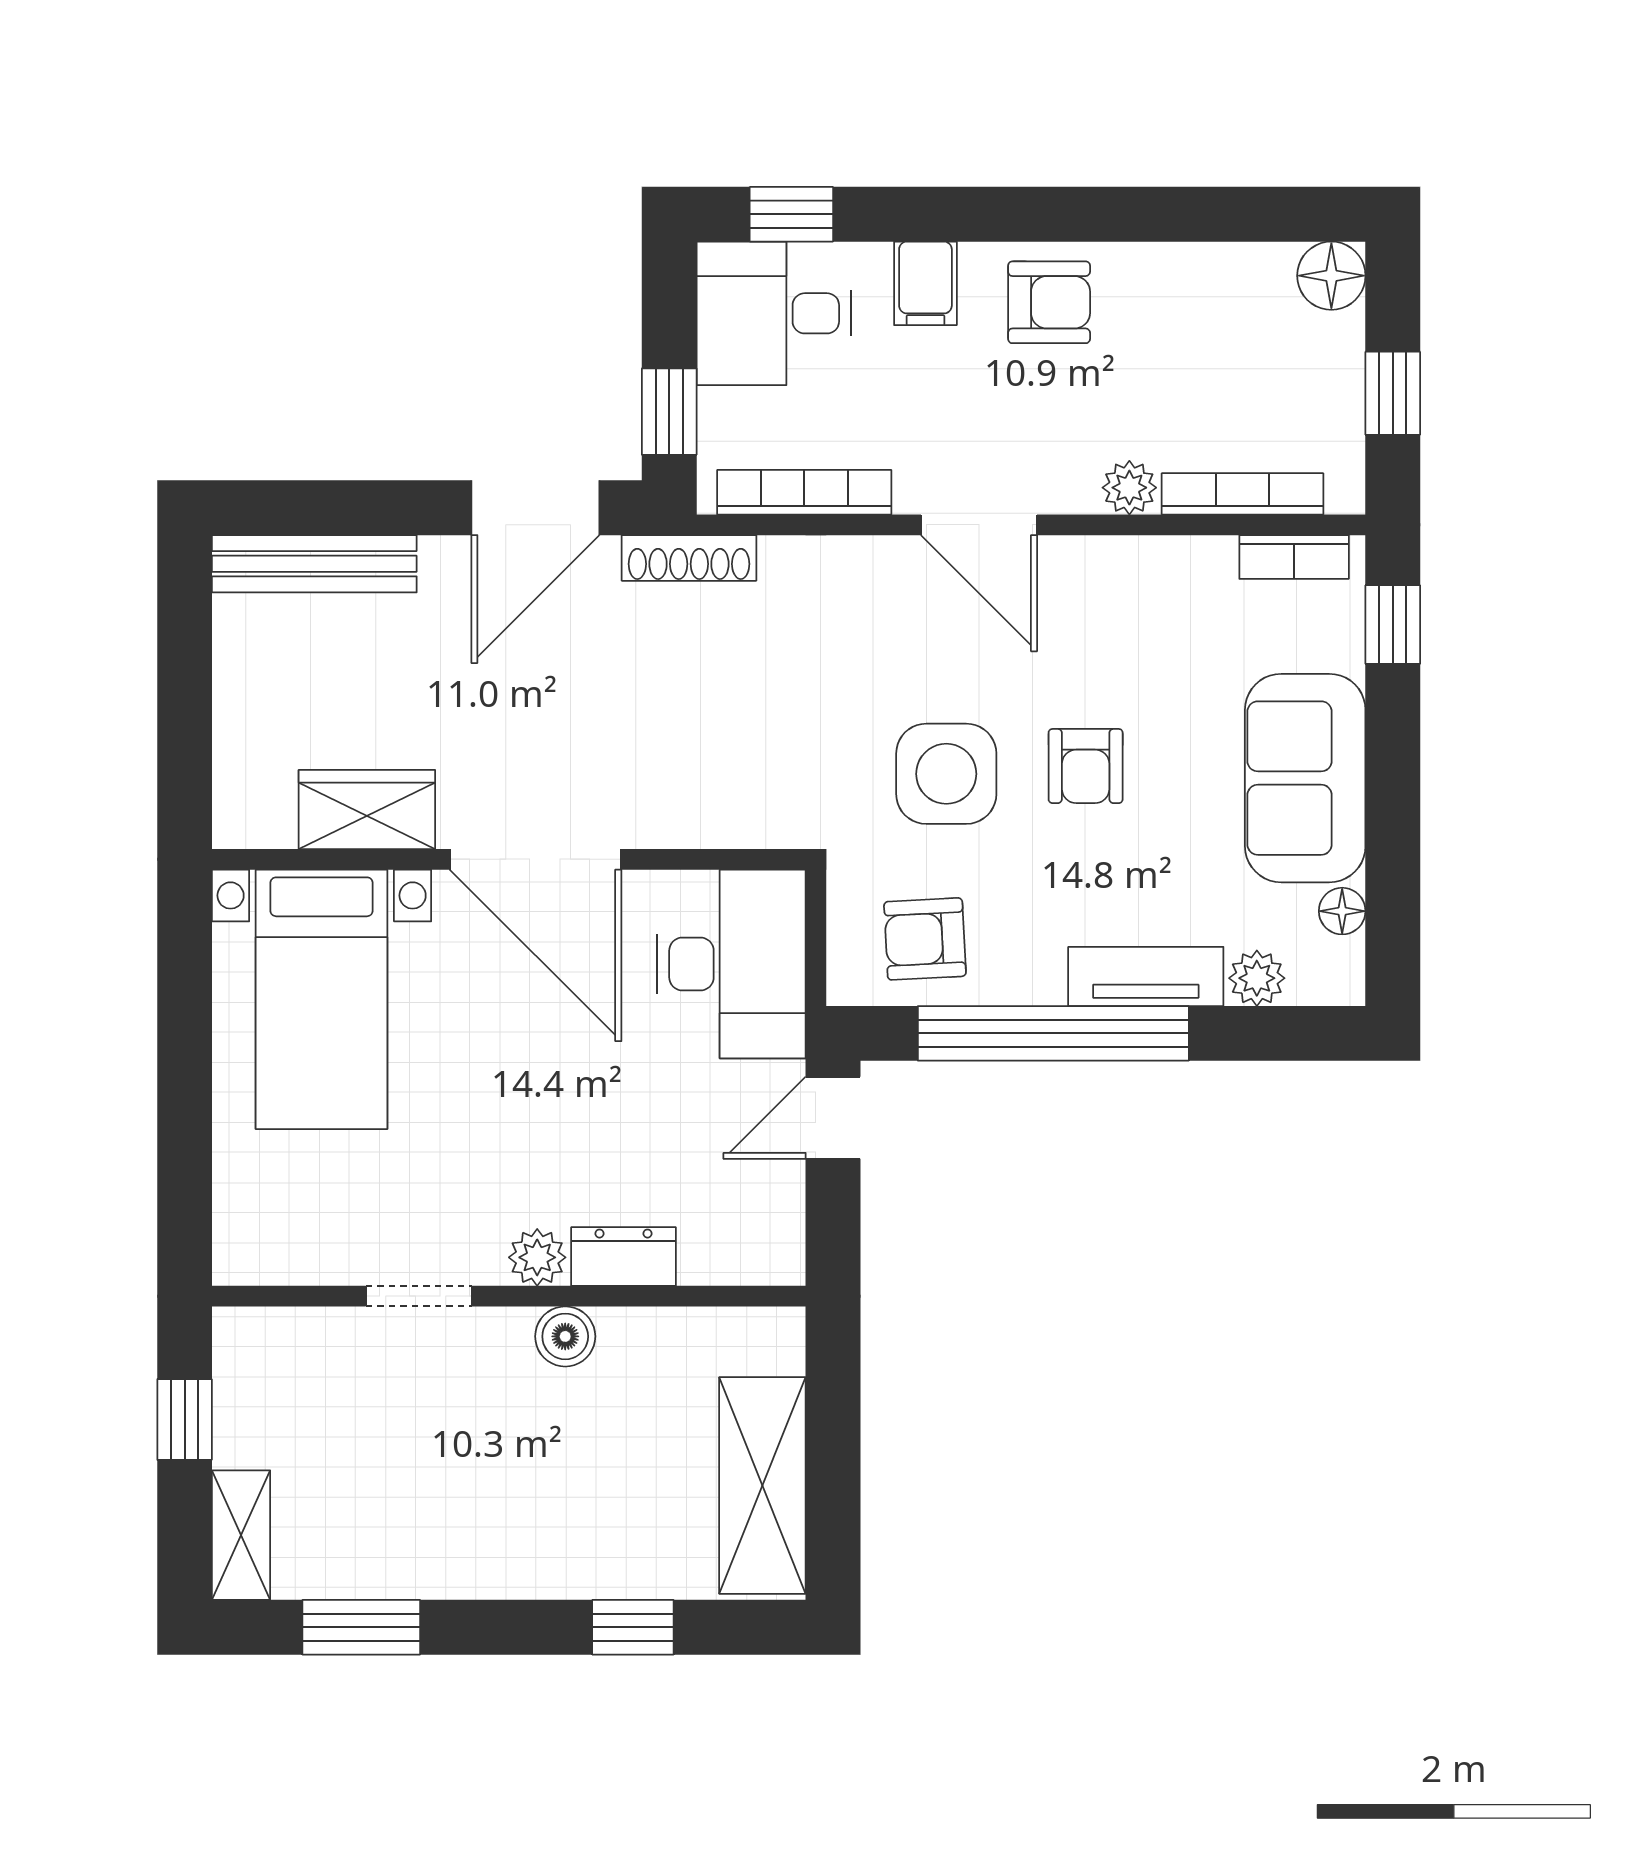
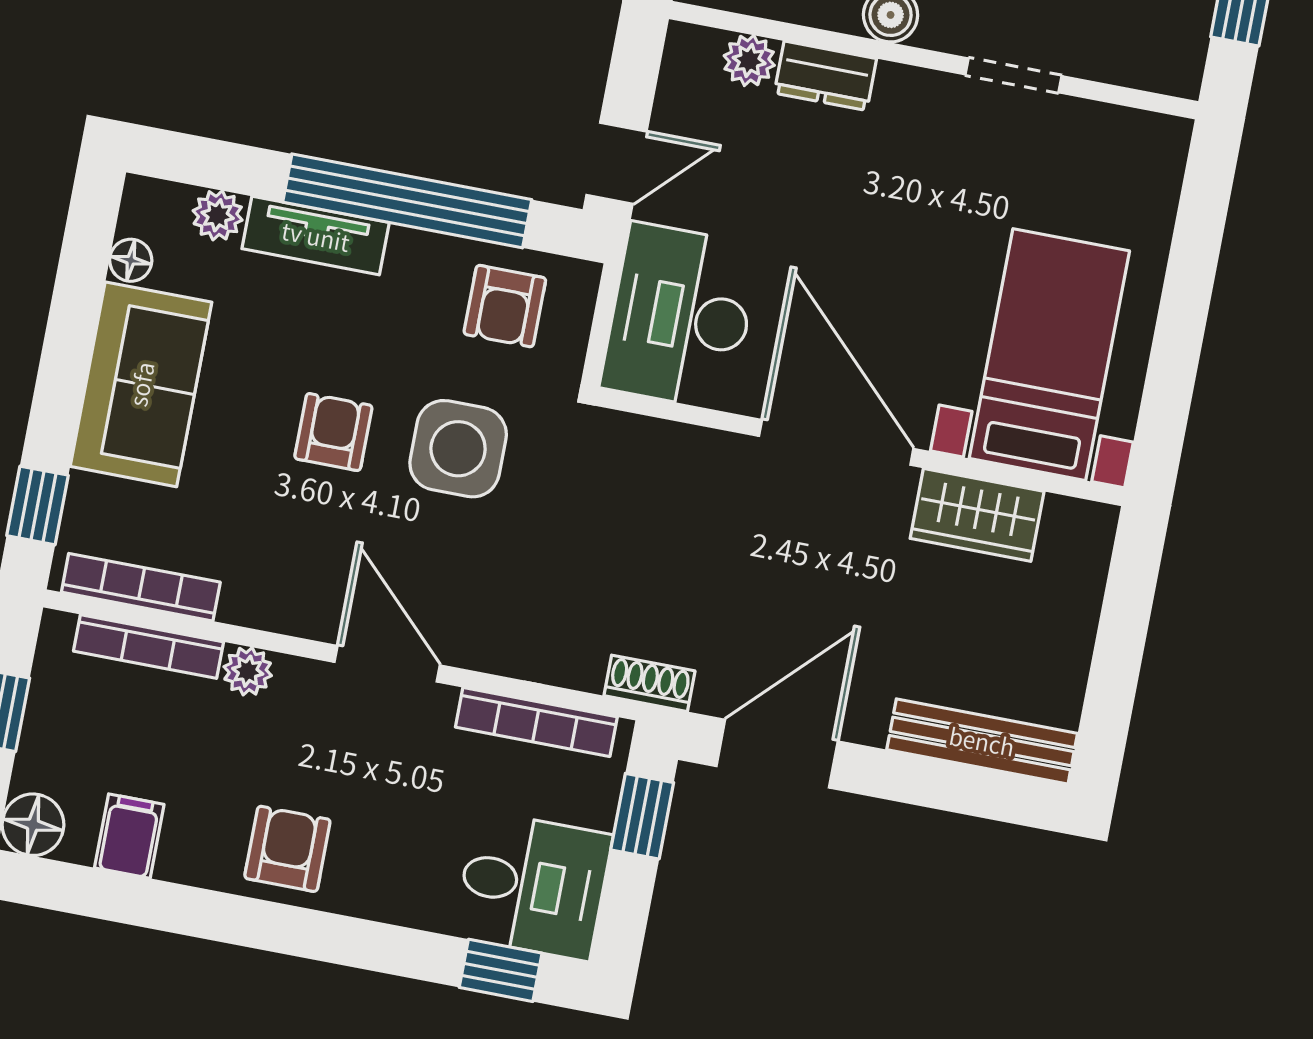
filing cabinet: (925, 283) -> (129, 836), moved
armchair: (1049, 302) -> (287, 849), turned 90
bookcase: (1294, 557) -> (141, 587), width x1.56
shoe rack: (689, 558) -> (649, 683), width x0.70
armchair: (925, 939) -> (505, 306), turned 93
plant: (537, 1257) -> (749, 60), moved

